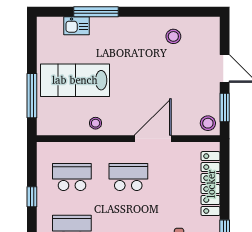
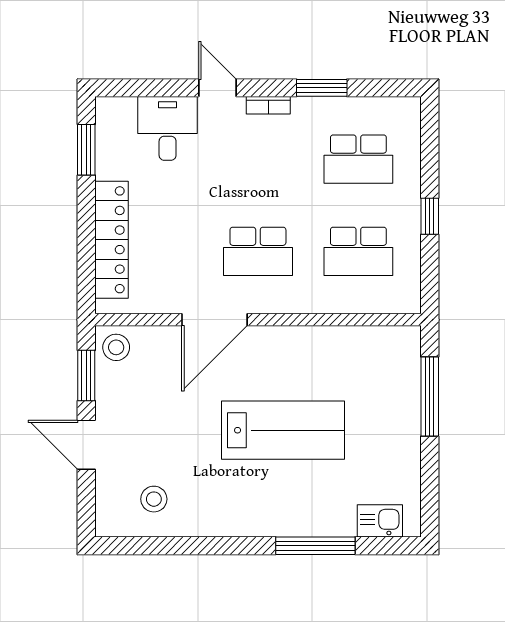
kitchen sink: (77, 26) -> (380, 521), moved
stool: (173, 36) -> (154, 499), moved
lab bench: (75, 80) -> (283, 430), moved
stool: (96, 123) -> (316, 347), removed

